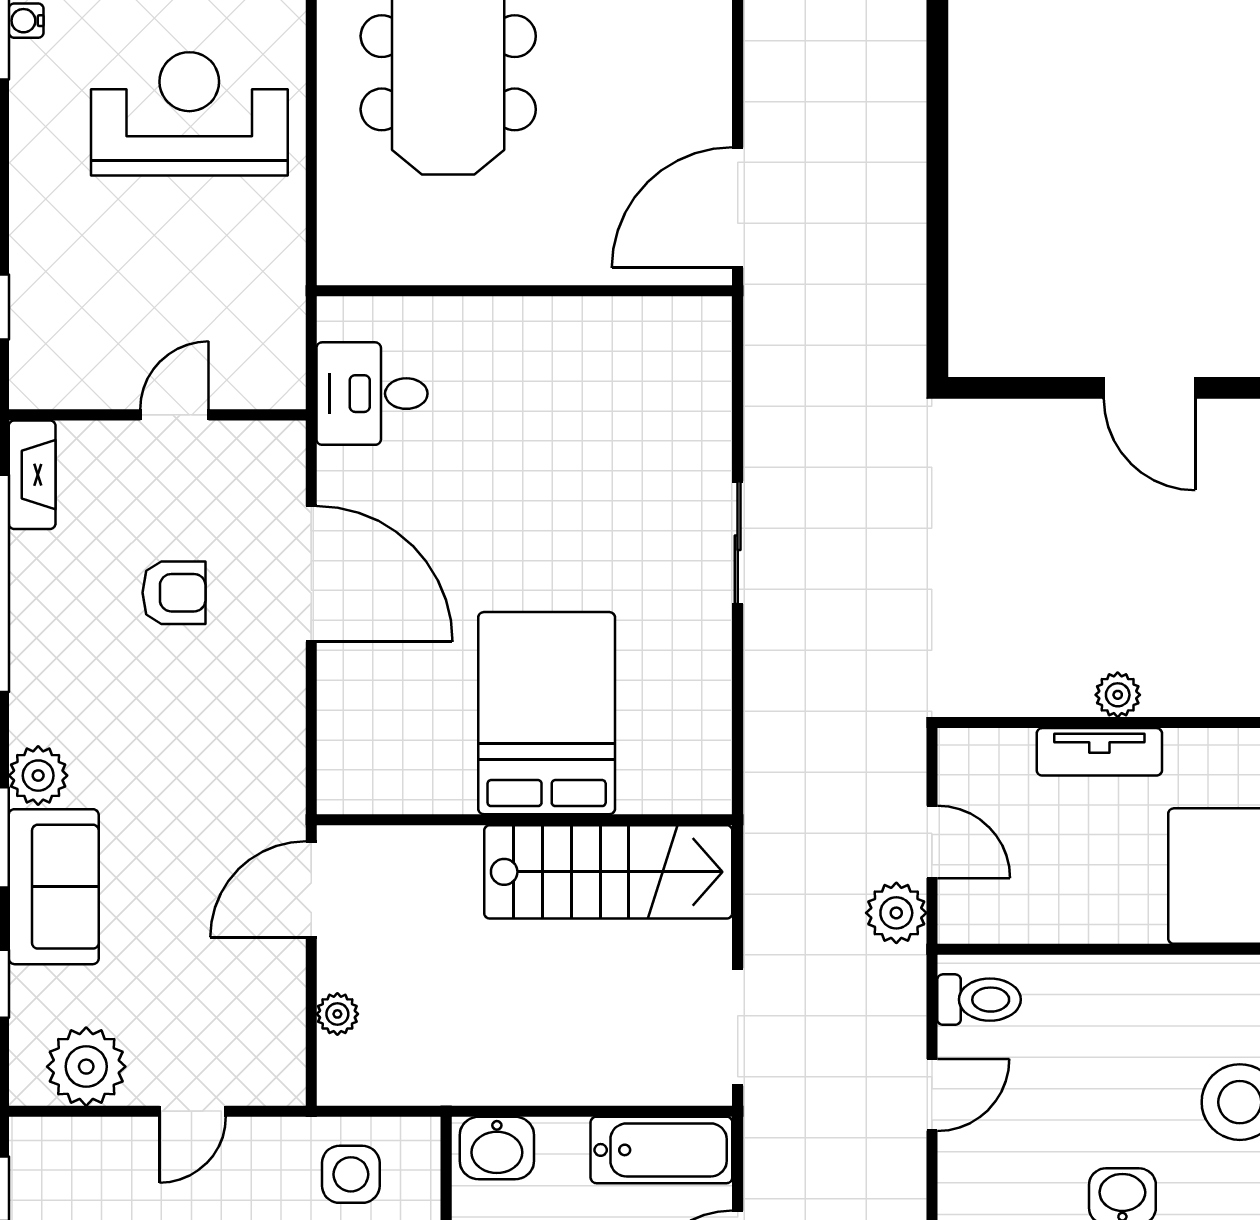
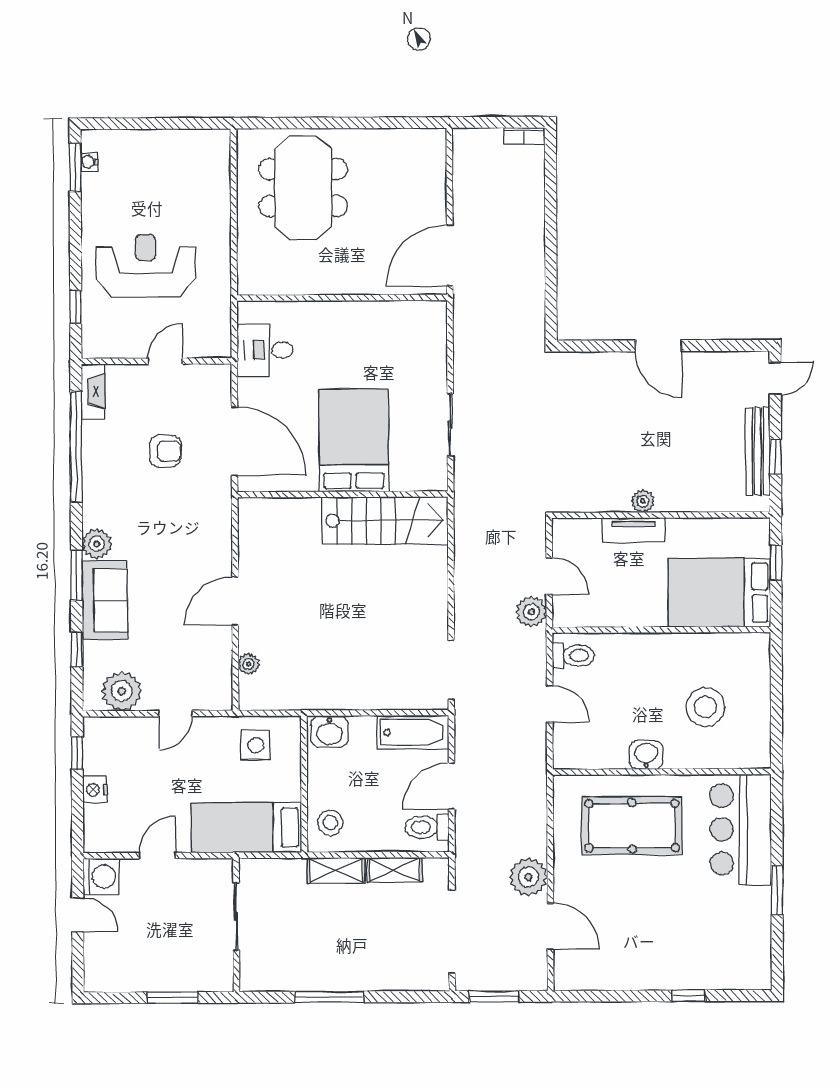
reception desk: (189, 114) -> (146, 266), moved
bed: (547, 713) -> (354, 440), moved
wall: (524, 820) -> (343, 494), moved
stairs: (608, 872) -> (385, 521), moved
door: (932, 1095) -> (550, 704), hinge flipped

